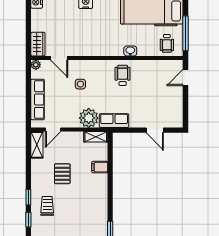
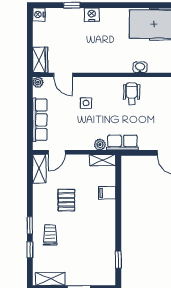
plant: (89, 118) -> (100, 145), width x0.53, depth x0.53

